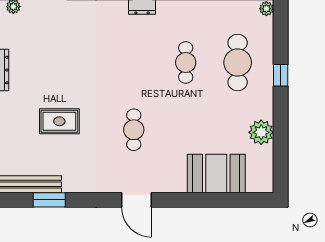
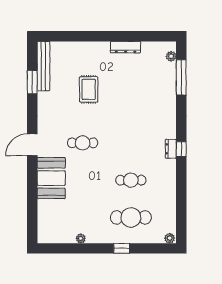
plant: (261, 132) -> (81, 239), width x0.53, depth x0.53
booth: (216, 173) -> (51, 178), moved

